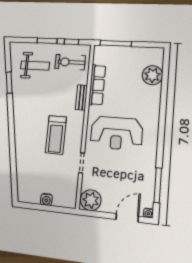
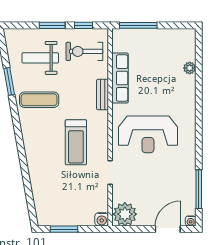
weight bench: (35, 66) -> (40, 58), turned 180
plant: (152, 75) -> (190, 68), width x0.53, depth x0.53
exercise mat: (30, 98) -> (39, 100), added
water cooler: (46, 199) -> (102, 219), moved
window: (39, 207) -> (64, 229), added

